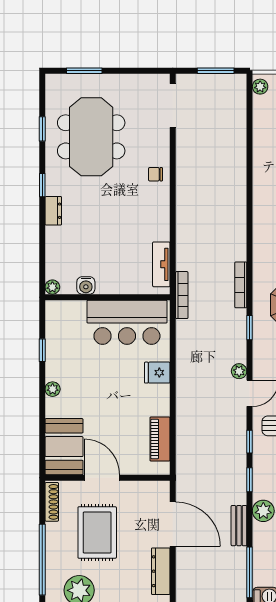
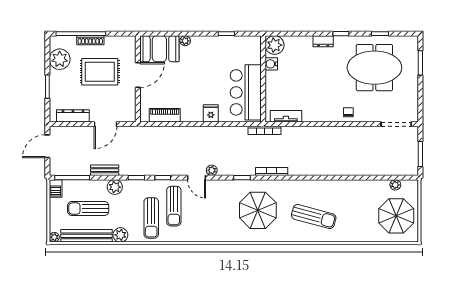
plant: (260, 87) -> (395, 185), moved
plant: (52, 287) -> (275, 45), width x1.88, depth x1.88
plant: (53, 389) -> (185, 41), moved
shoe rack: (52, 502) -> (90, 40), moved
door: (173, 524) -> (106, 124), width x0.73

